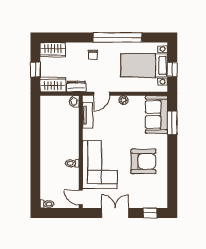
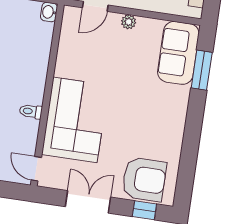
tv unit: (88, 115) -> (67, 38), removed
armchair: (143, 161) -> (144, 179), moved

